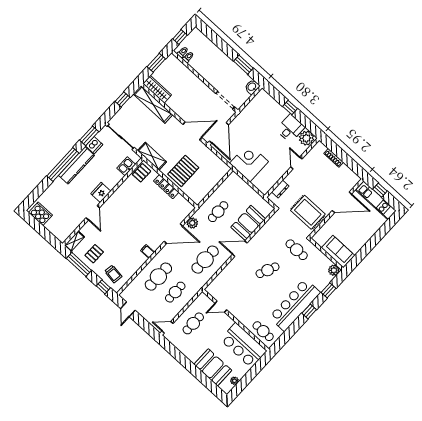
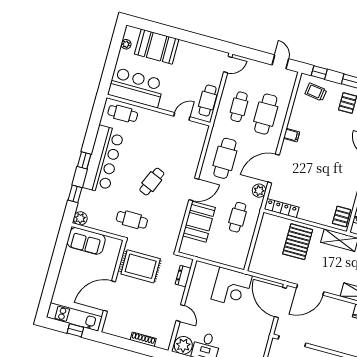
locker: (166, 187) -> (282, 208), moved
cafe table: (193, 323) -> (208, 101), moved

